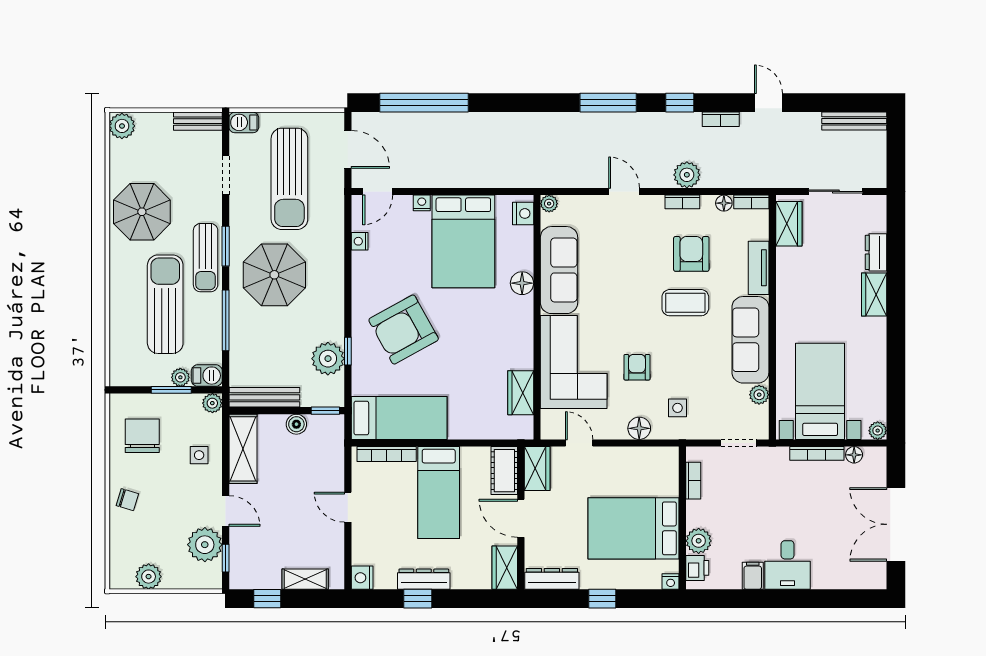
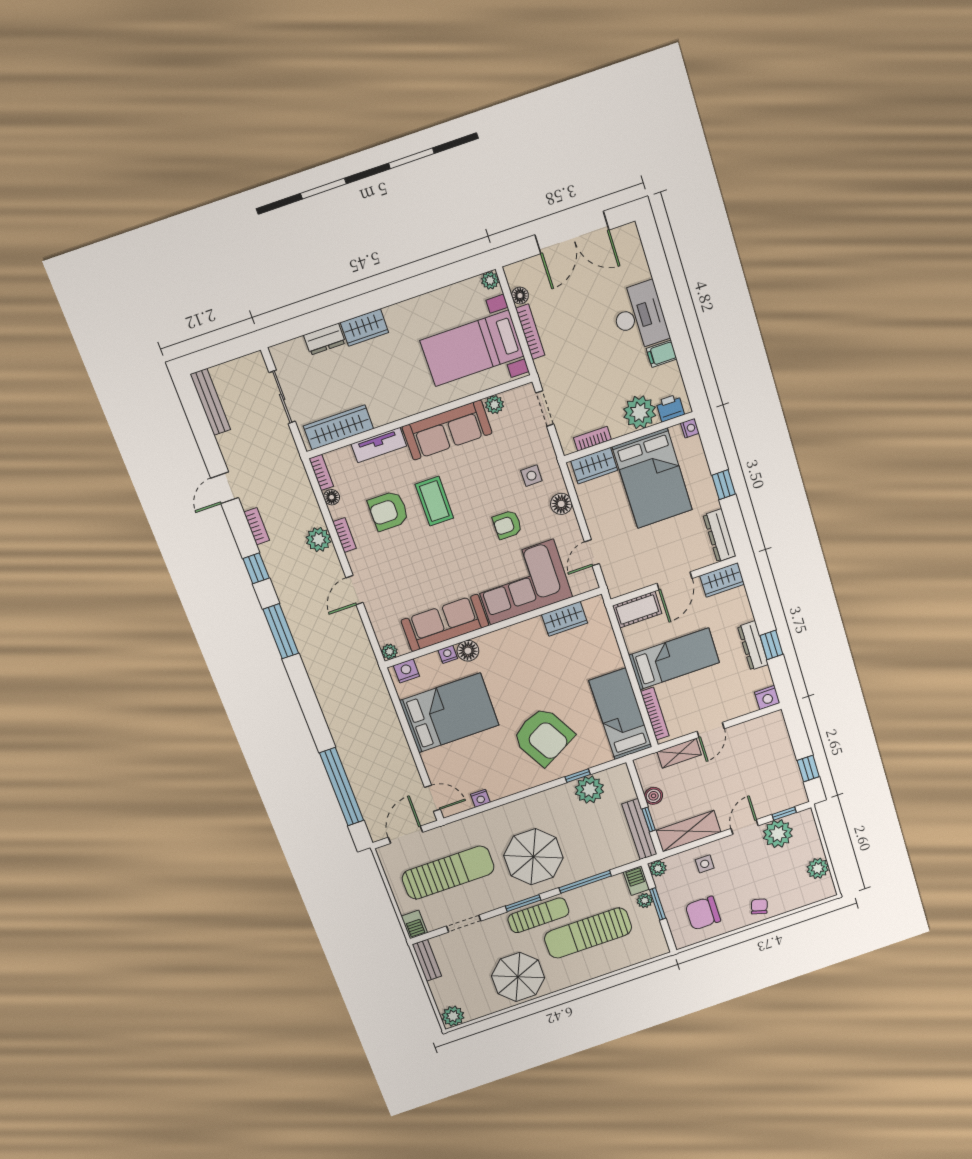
nightstand: (422, 203) -> (448, 654), moved, turned 90
wardrobe: (789, 224) -> (339, 427), width x1.50
window: (325, 411) -> (649, 820), moved
wardrobe: (537, 469) -> (594, 466), moved, turned 180
plant: (699, 541) -> (640, 412), width x1.36, depth x1.36
desk: (788, 565) -> (639, 316), width x1.37
shelving: (305, 579) -> (679, 753), moved, turned 90

